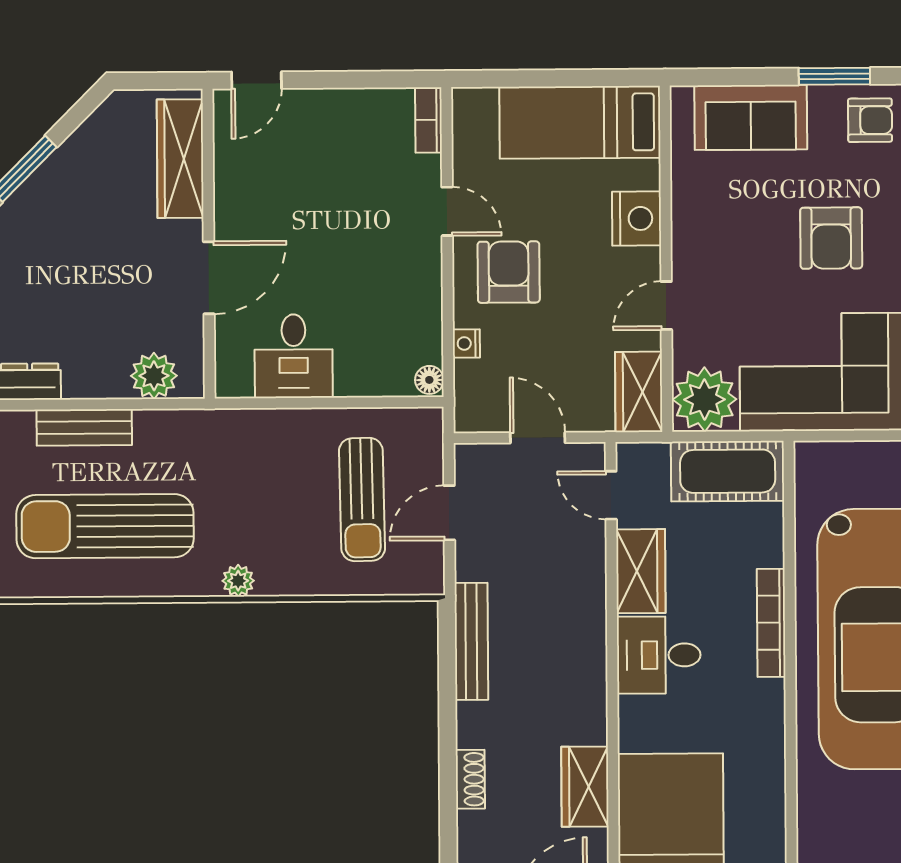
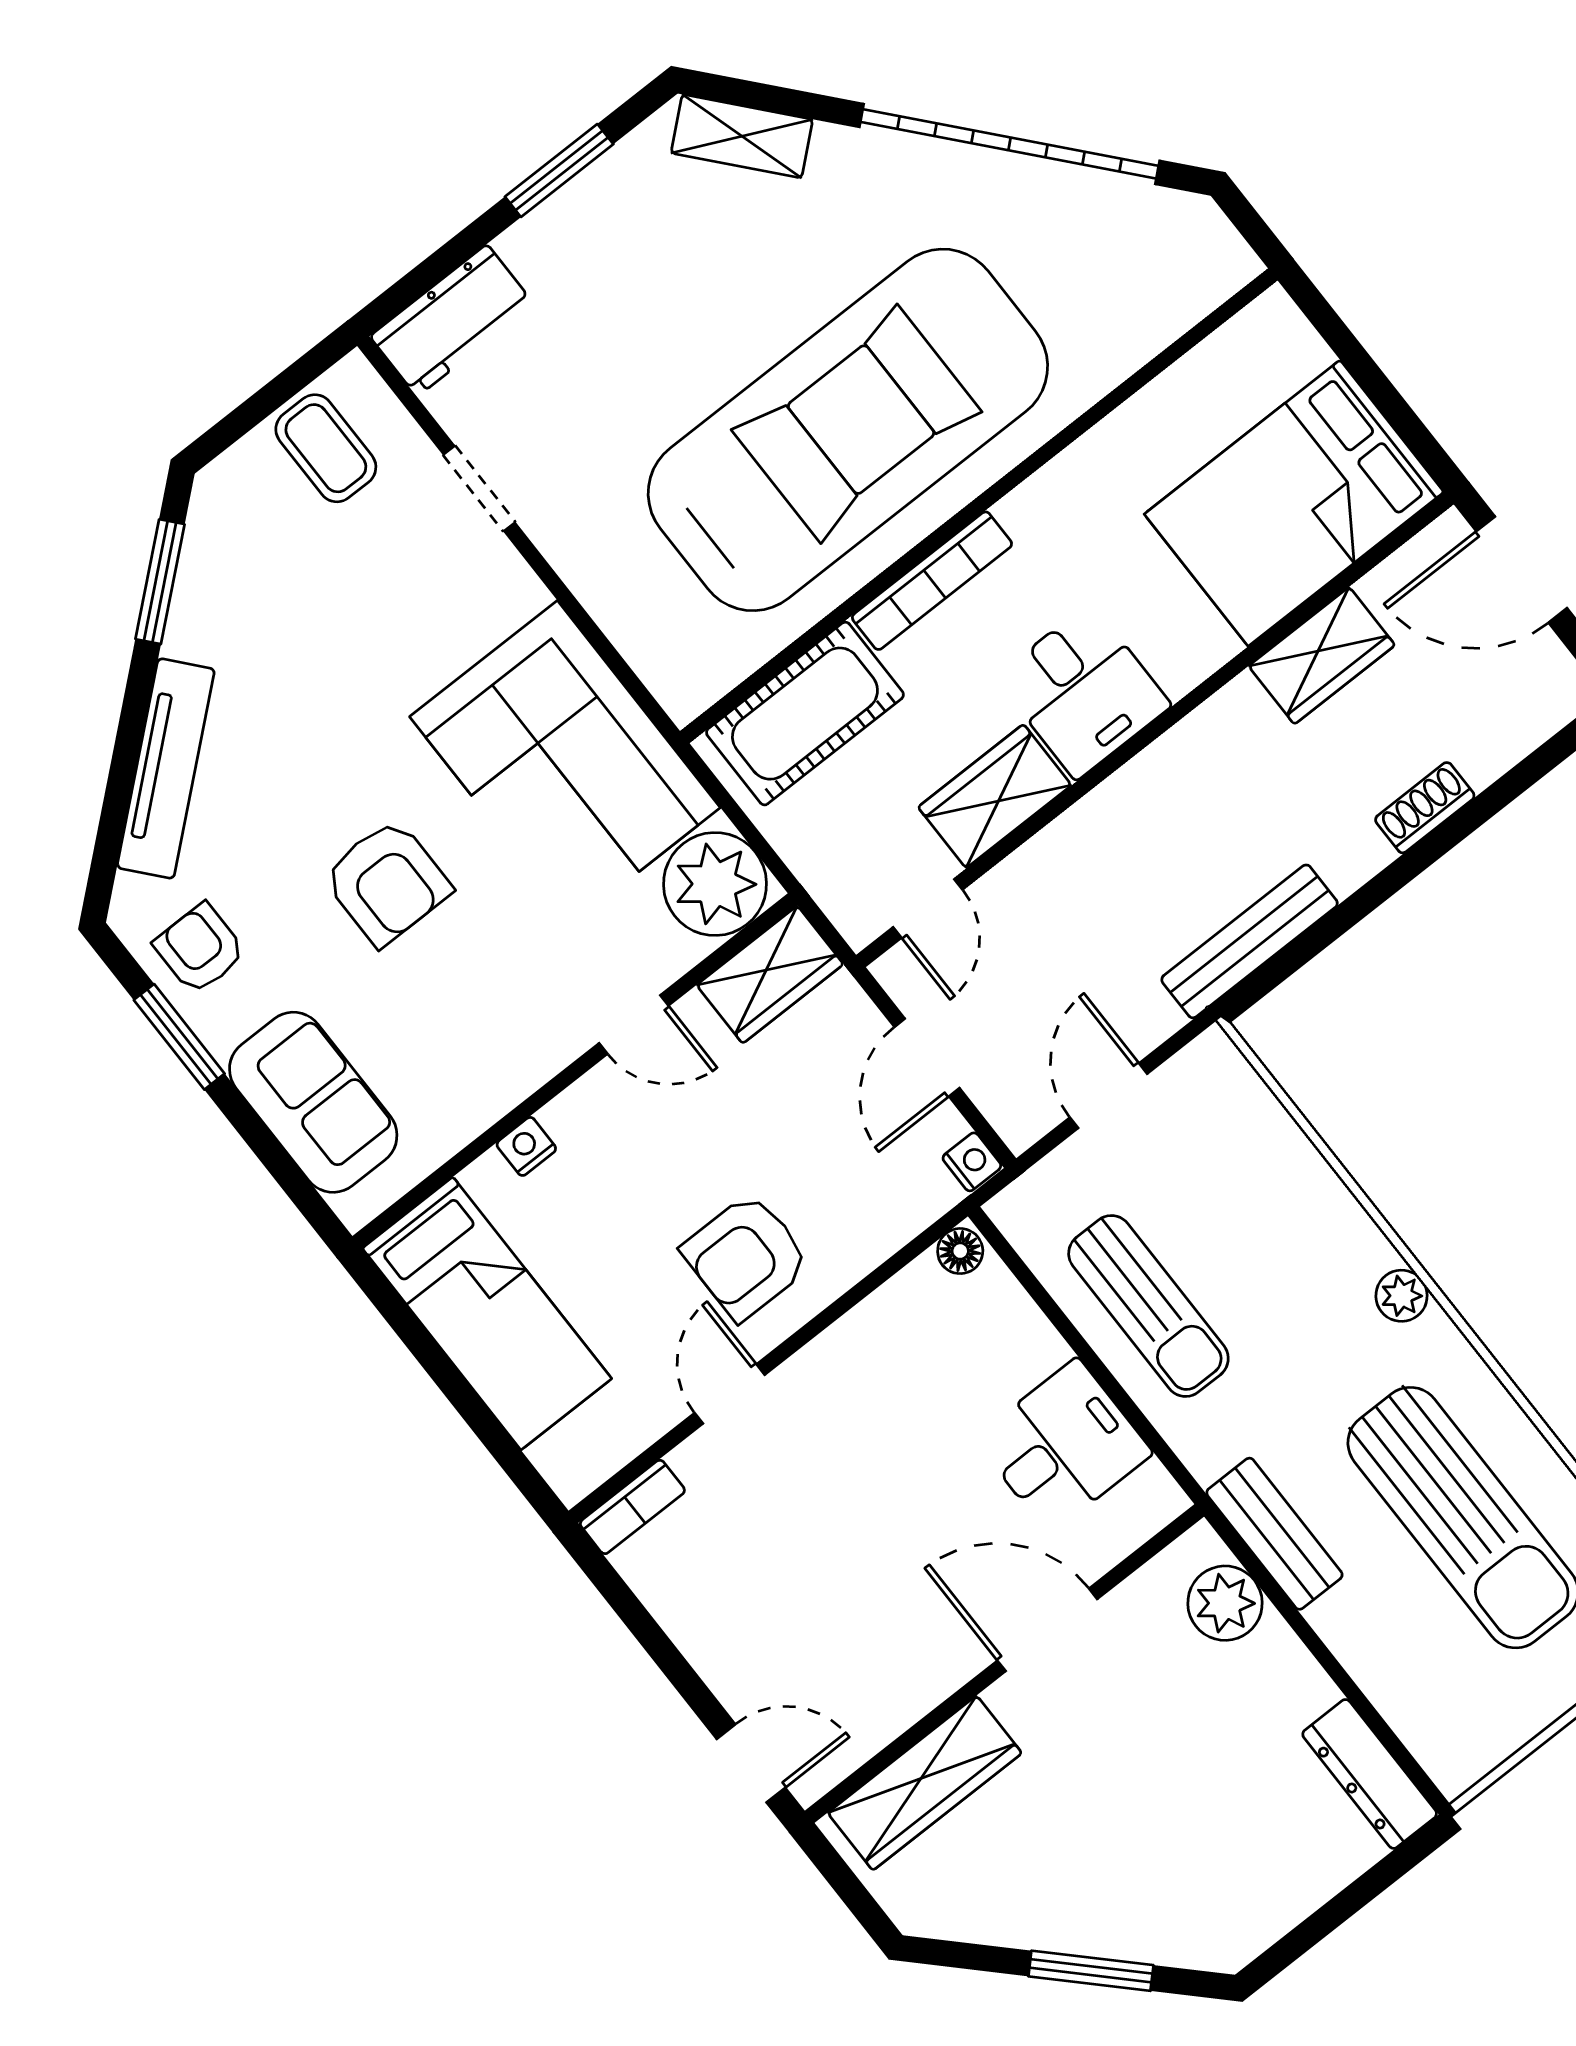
nightstand: (637, 218) -> (526, 1146), width x0.53, depth x0.56
armchair: (831, 238) -> (387, 882), turned 90
nightstand: (466, 343) -> (972, 1162), moved, turned -90
bench: (84, 427) -> (1274, 1534), moved
cot: (728, 471) -> (805, 714), moved, turned 90
sun lounger: (362, 500) -> (1148, 1306), moved, turned 91
door: (449, 513) -> (1109, 1096), swing flipped

